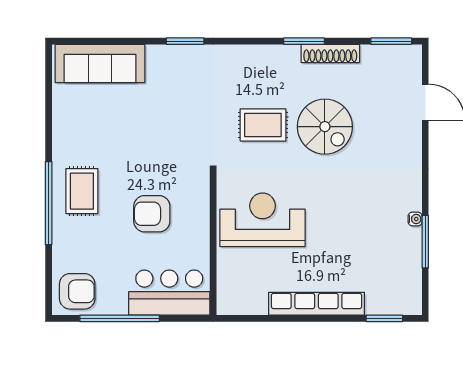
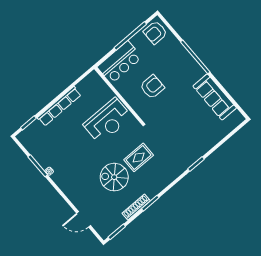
sofa: (100, 63) -> (215, 97), moved, turned -90
rug: (82, 191) -> (186, 73), removed

